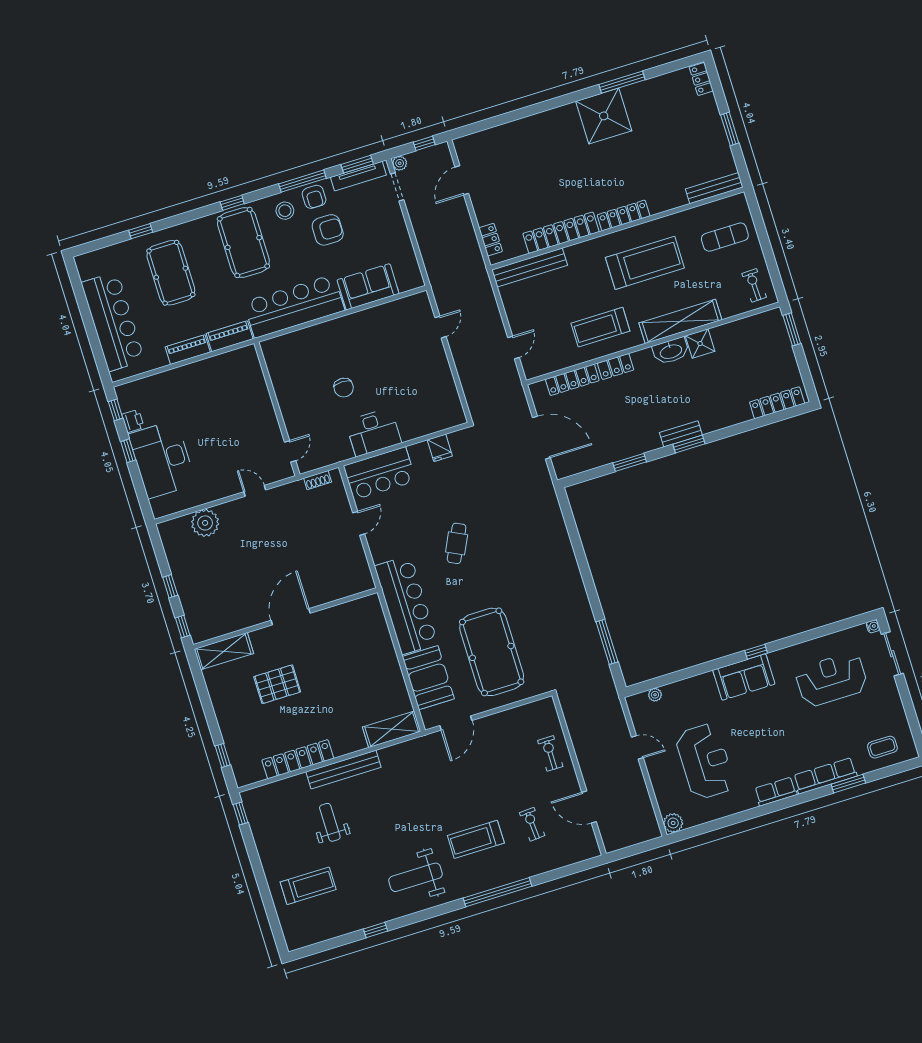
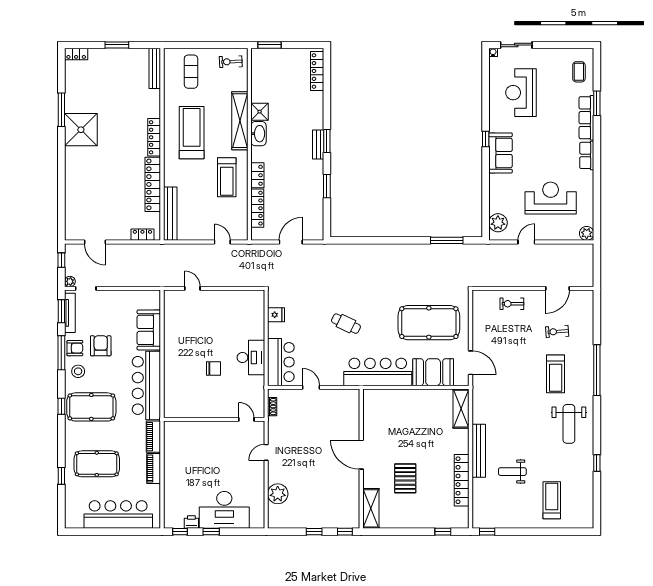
door: (541, 438) -> (291, 242), width x0.73
plant: (655, 695) -> (498, 223), width x1.88, depth x1.88

